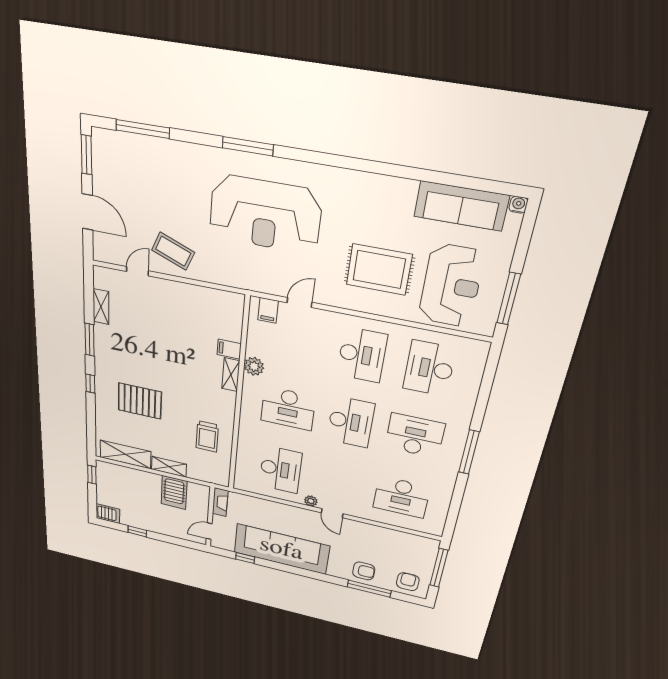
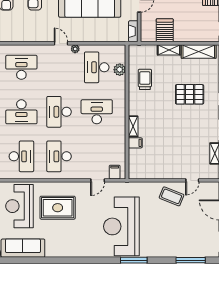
reception desk: (265, 214) -> (121, 226), turned -90
plant: (254, 366) -> (120, 70), moved

